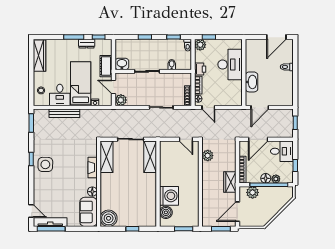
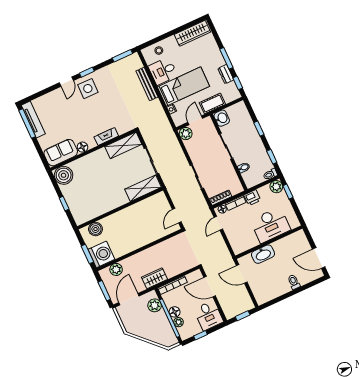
plant: (208, 156) -> (116, 269), moved
washing machine: (169, 196) -> (101, 254), moved, turned -90
door: (31, 211) -> (66, 82), moved
door: (237, 212) -> (129, 299), hinge flipped

